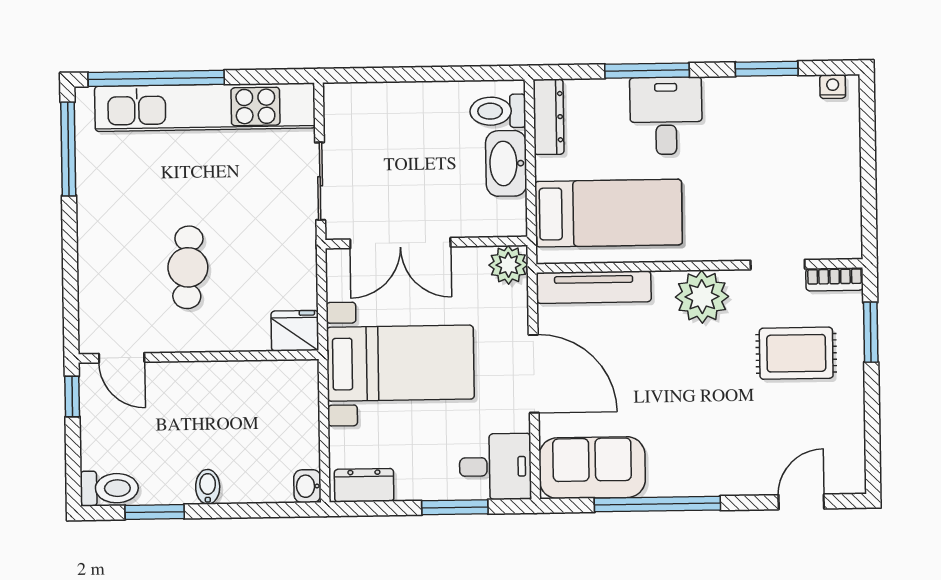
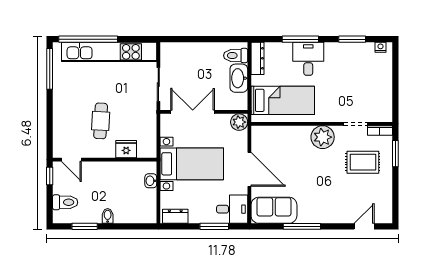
double door: (400, 243) -> (193, 112), swing flipped
tv unit: (594, 287) -> (276, 132), removed
fridge: (295, 331) -> (126, 149), moved
washbasin: (307, 486) -> (151, 181), moved
toilet: (109, 488) -> (65, 202), moved
window: (657, 504) -> (302, 226), width x0.68

